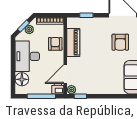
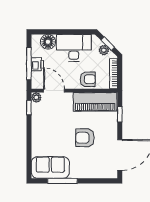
piano: (73, 42) -> (95, 102), width x1.37, depth x1.33
armchair: (120, 42) -> (85, 138), moved
printer: (58, 89) -> (37, 64), moved

